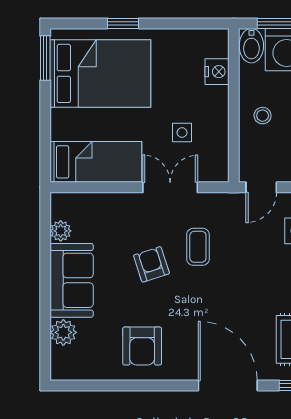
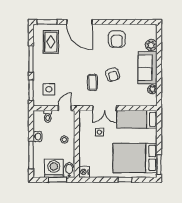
nightstand: (217, 72) -> (84, 172), moved
armchair: (142, 346) -> (117, 39), turned 180

